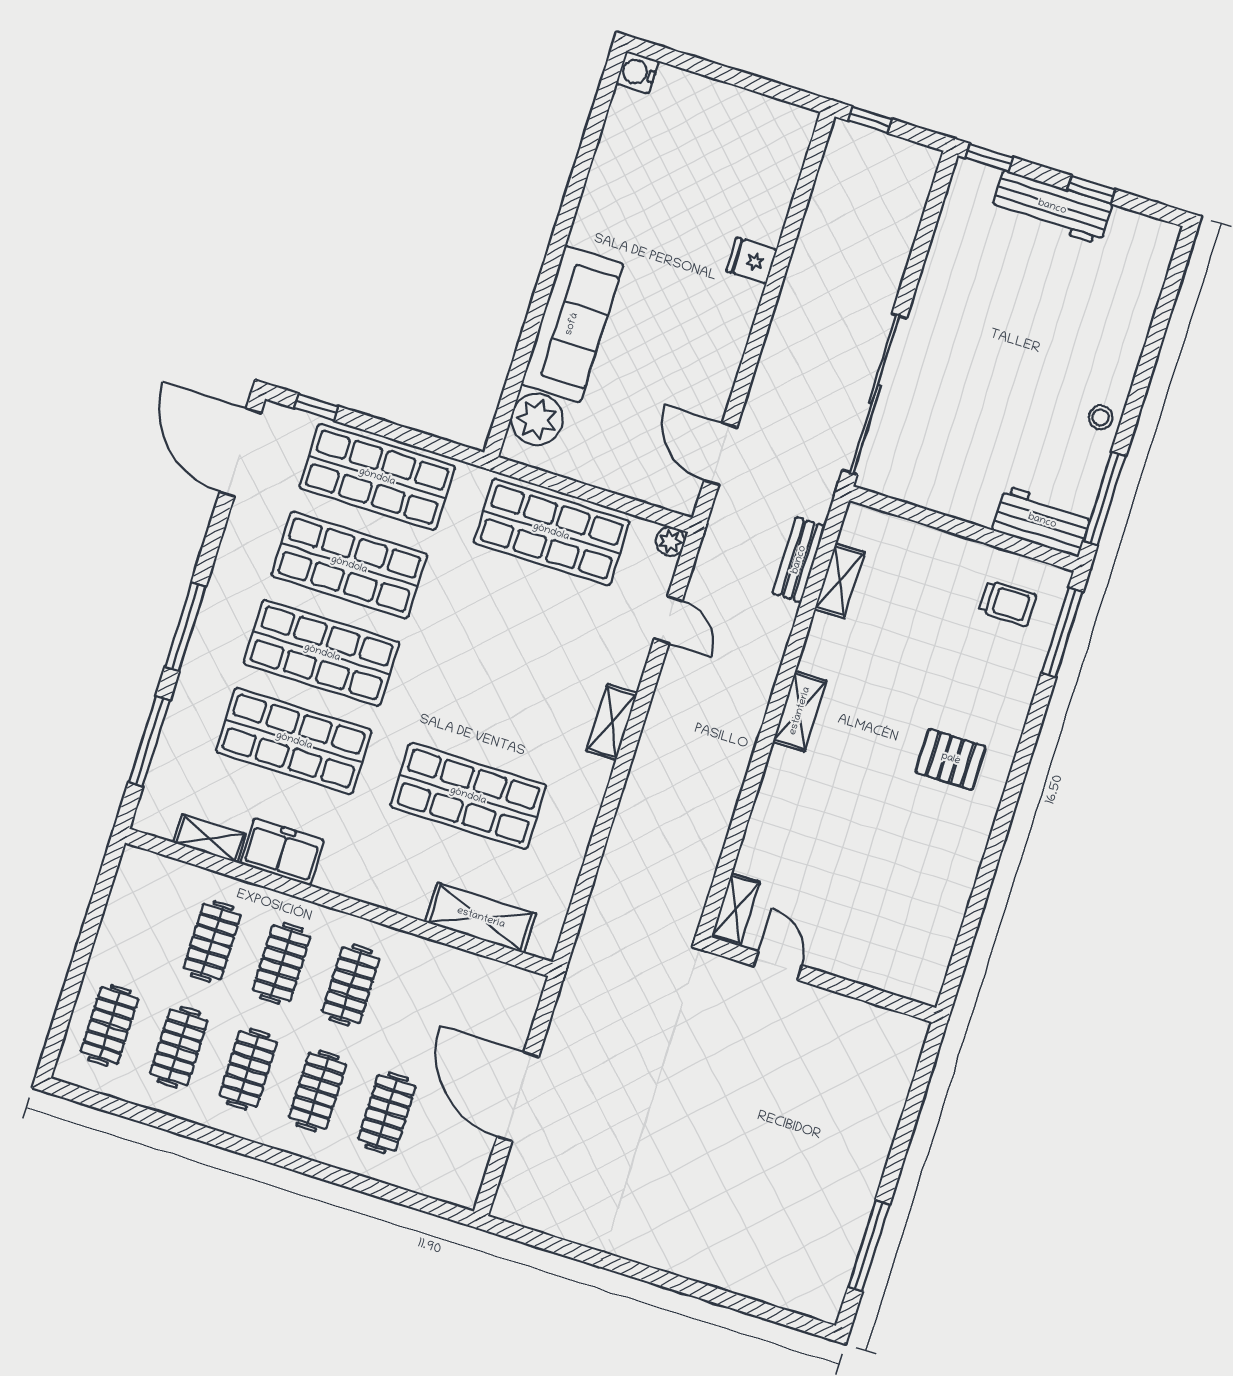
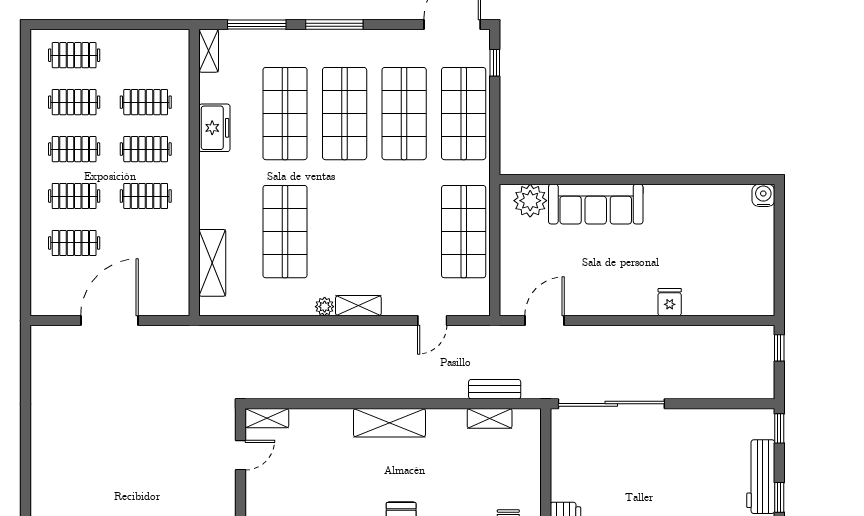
plant: (670, 541) -> (325, 307), moved
shelving: (800, 711) -> (389, 423), width x1.50, depth x1.33
shelving: (210, 838) -> (209, 51), moved

